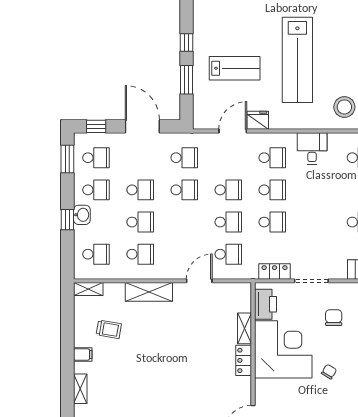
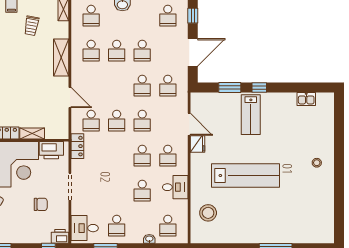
lab bench: (297, 60) -> (245, 176), turned 180
lab bench: (235, 68) -> (251, 115), moved
school desk: (96, 190) -> (142, 16), removed
school desk: (272, 222) -> (142, 191), moved
locker: (275, 272) -> (77, 146), moved

